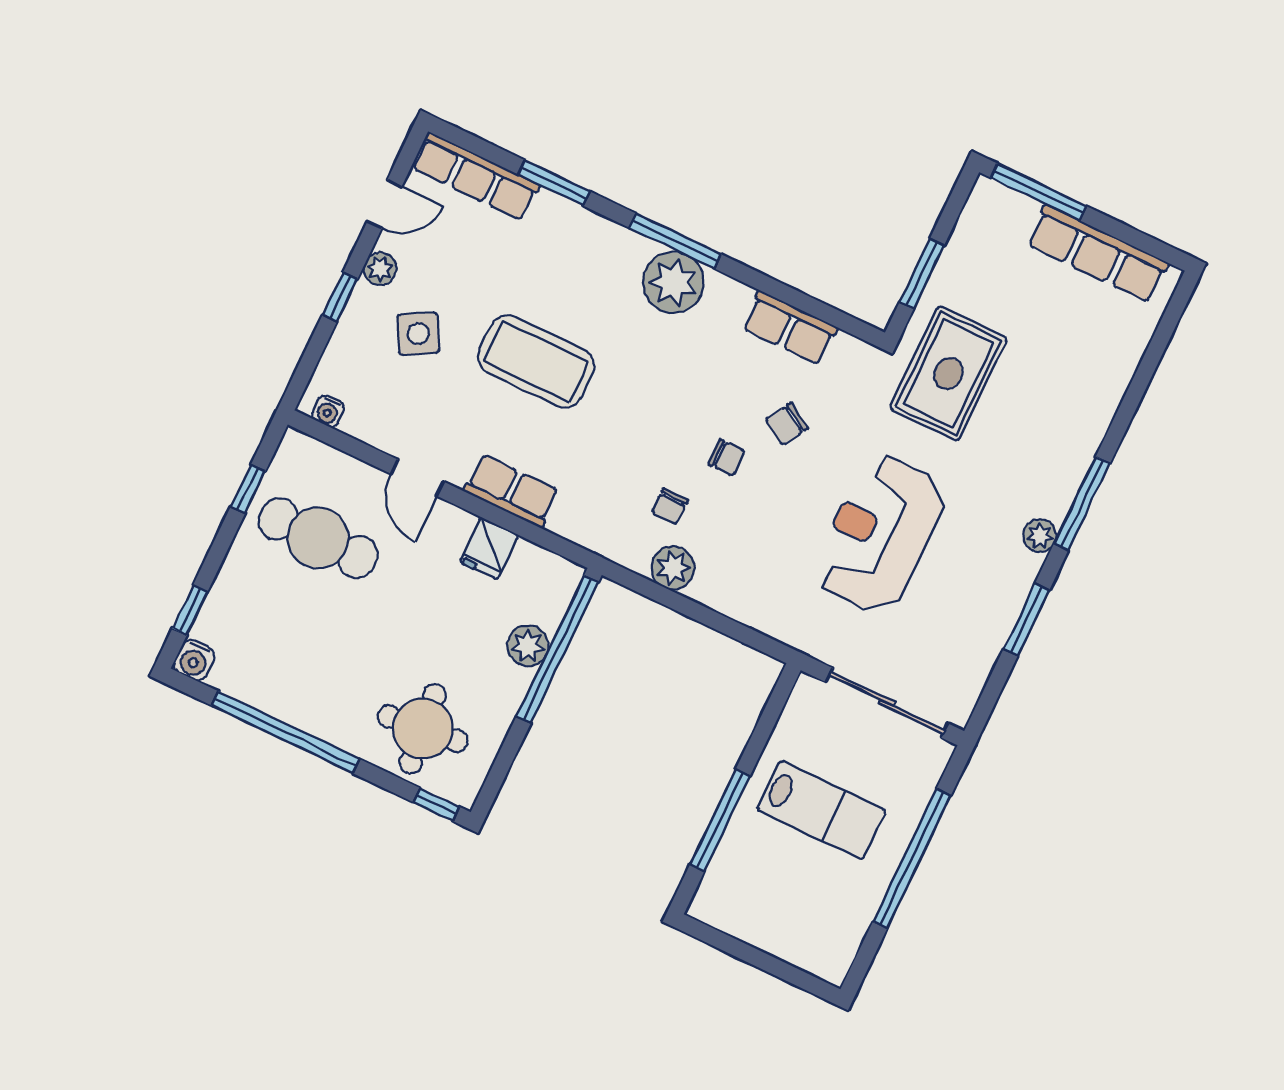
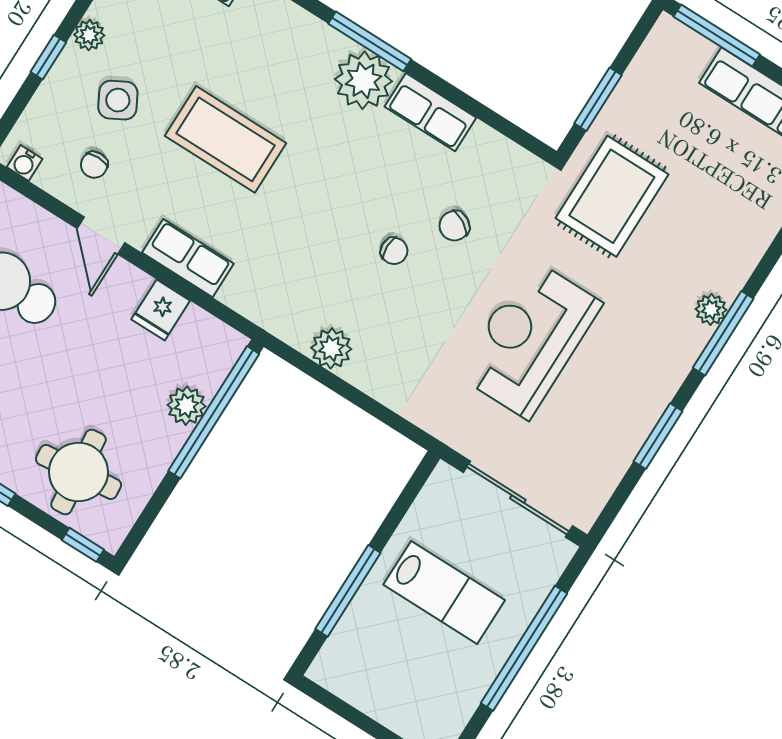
row of seats: (790, 328) -> (430, 112), moved
chair: (670, 506) -> (94, 165), moved
plant: (1040, 536) -> (711, 310), moved

